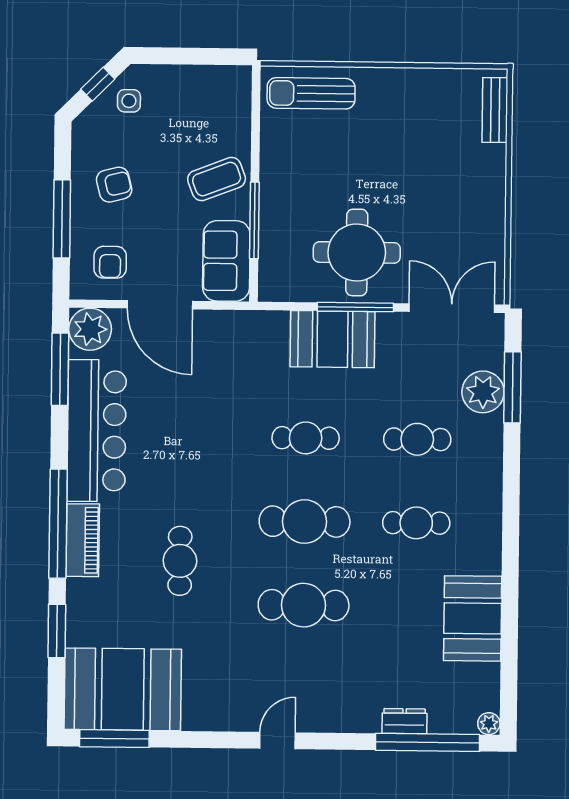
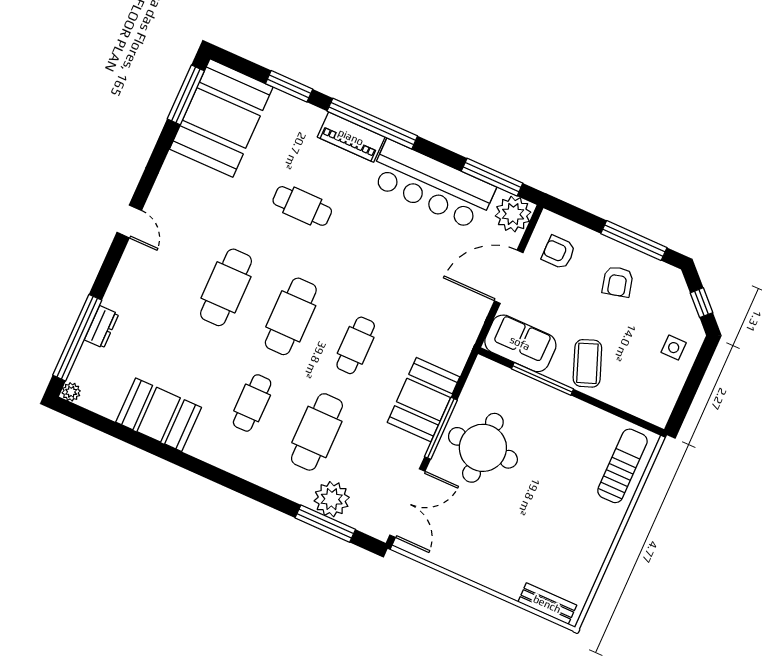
side table: (129, 101) -> (674, 348), moved
window: (62, 219) -> (634, 241), moved
cafe table: (417, 439) -> (317, 432), width x1.37, depth x1.35

